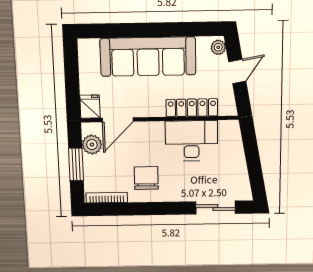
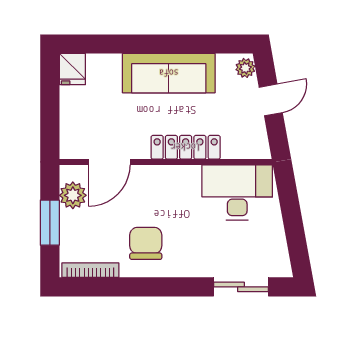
sofa: (148, 57) -> (169, 73), width x0.74, depth x0.79
fridge: (90, 107) -> (72, 69), moved, turned 180
locker: (192, 108) -> (186, 147), moved
desk: (191, 141) -> (237, 192), moved

